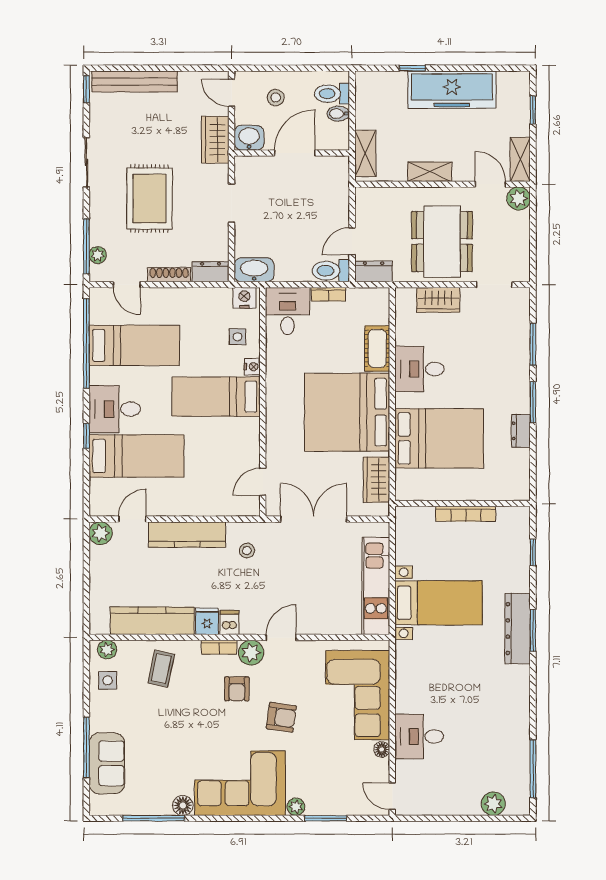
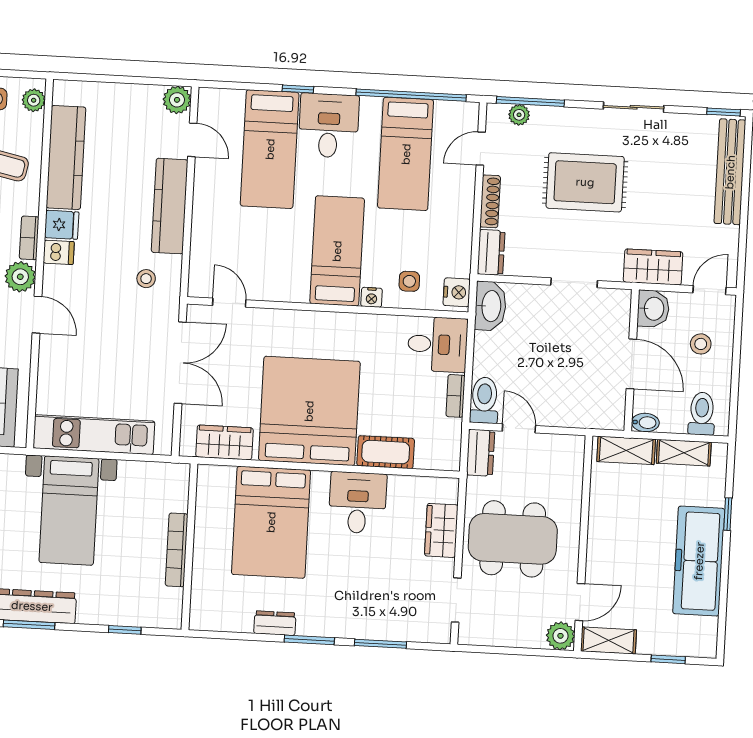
bidet: (338, 114) -> (645, 423), moved, turned 90
shelving: (430, 172) -> (684, 453), moved, turned 90

